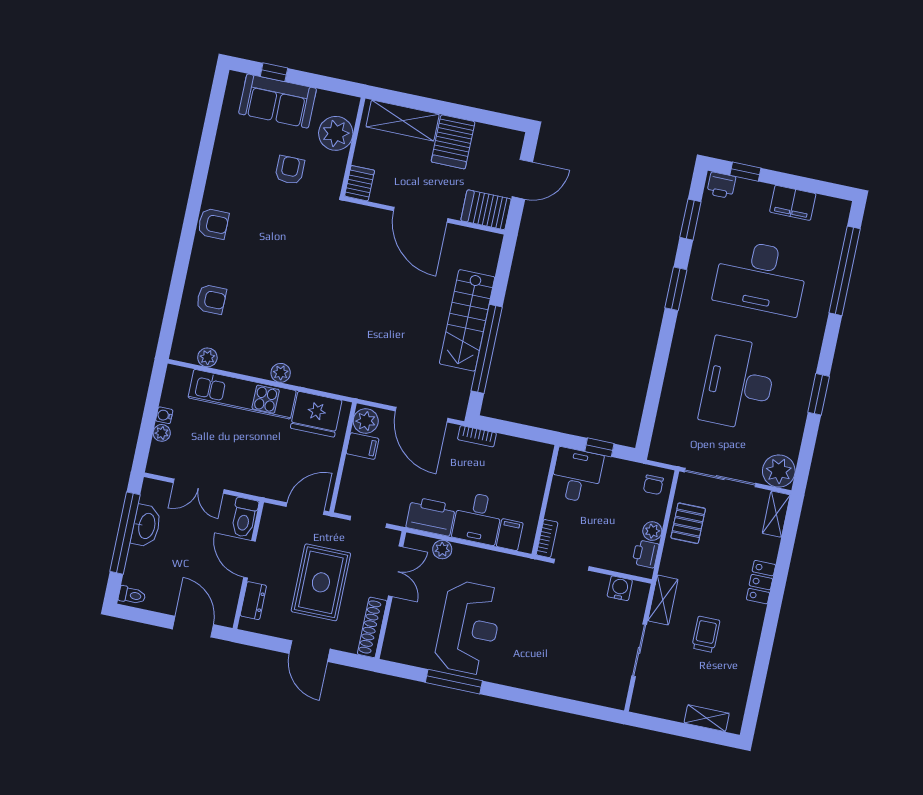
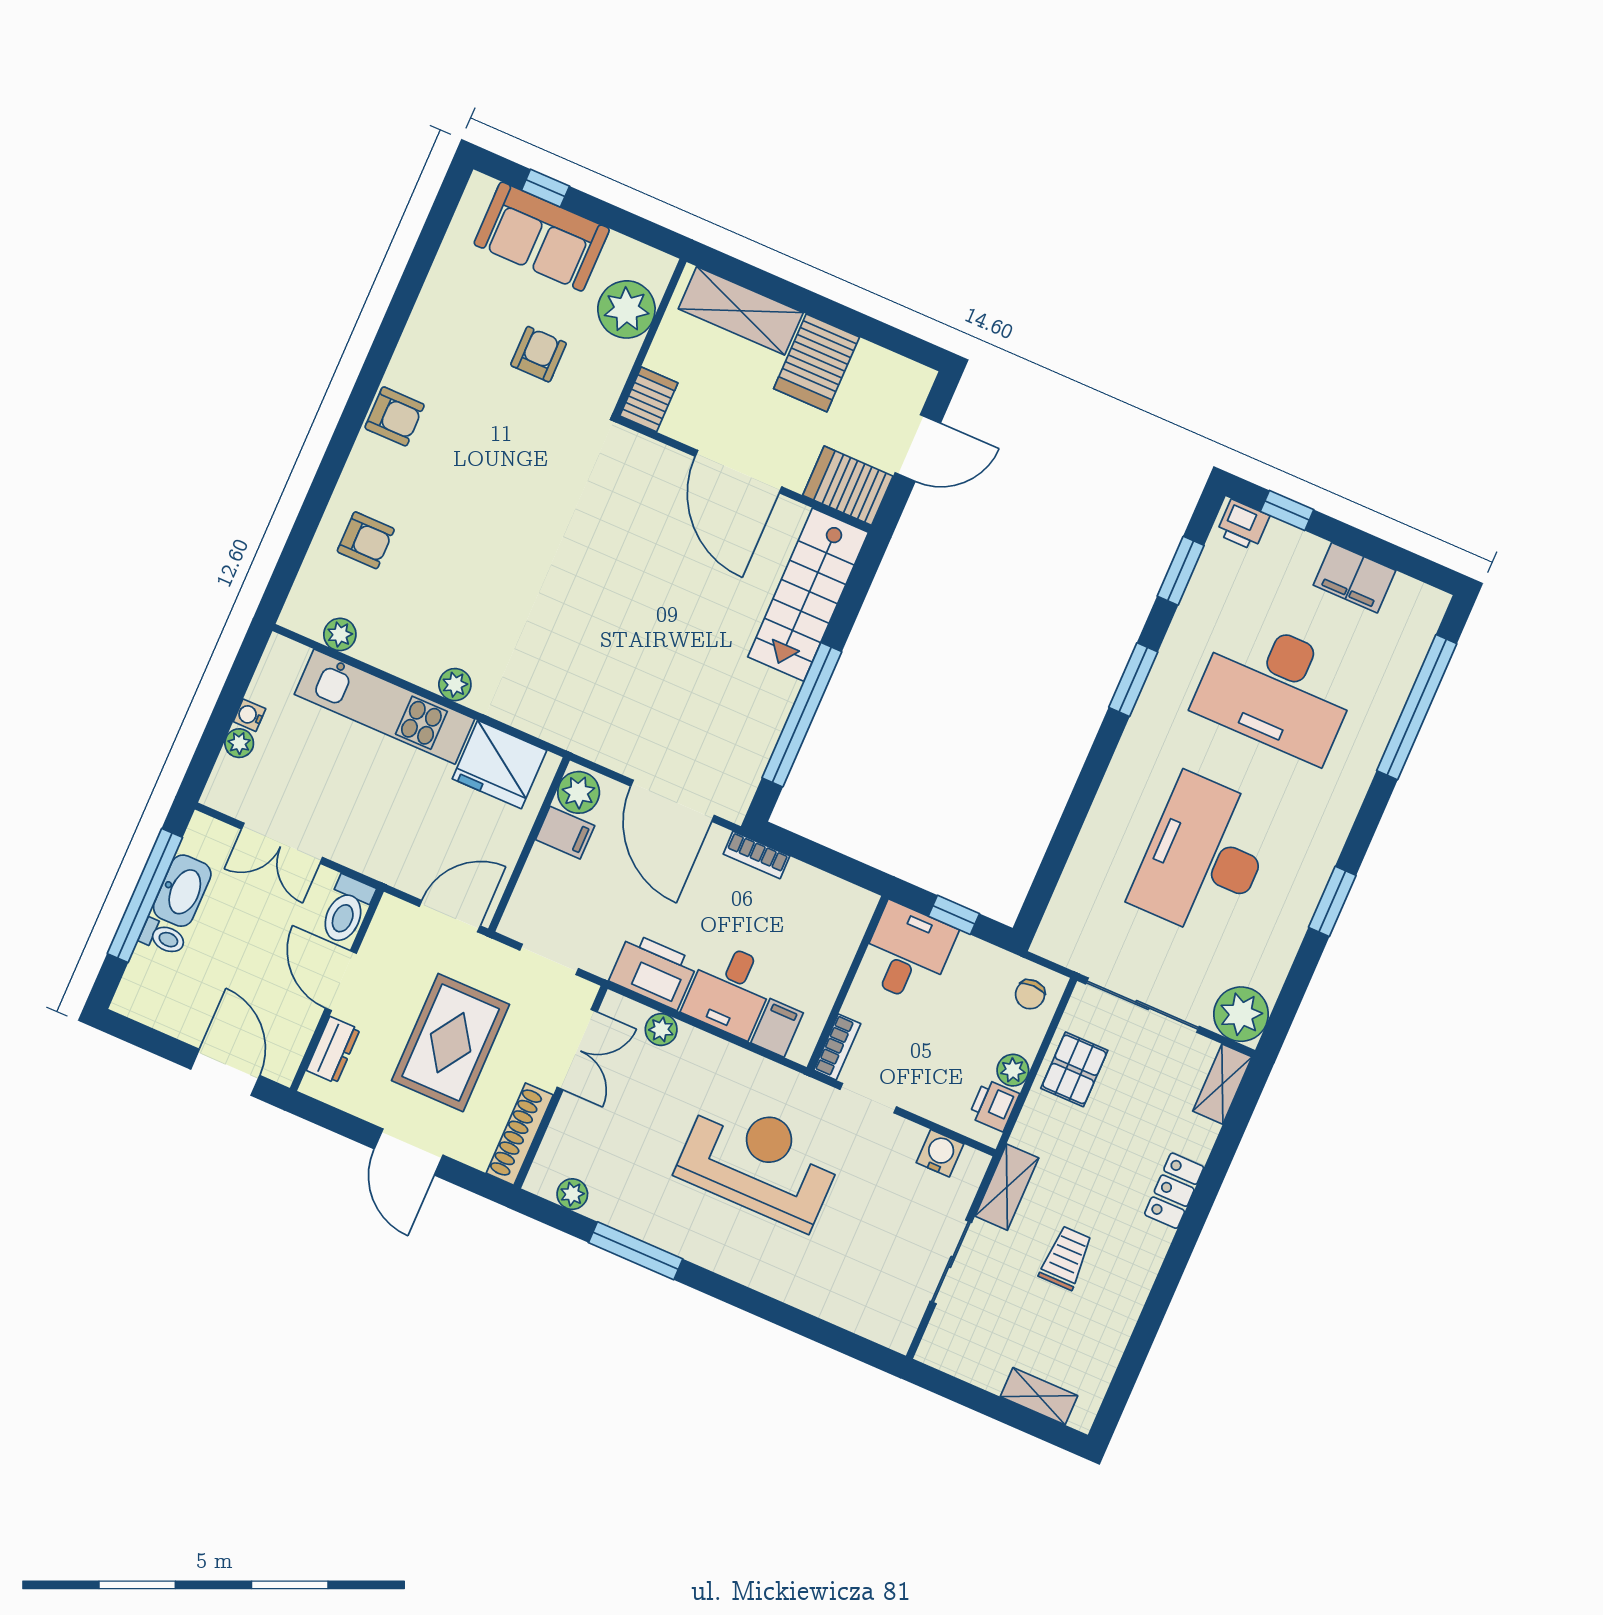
stairs: (467, 320) -> (808, 595), moved
toilet: (132, 595) -> (163, 937), moved
reception desk: (469, 628) -> (759, 1162), moved, turned -90
plant: (410, 656) -> (572, 1194), added

